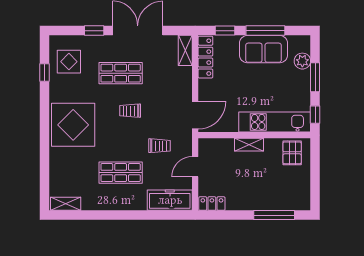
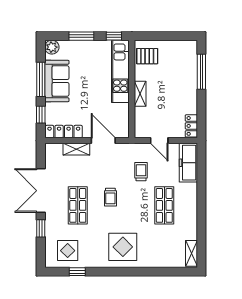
shelving: (185, 50) -> (76, 149), moved
plant: (302, 61) -> (52, 47), moved
door: (195, 115) -> (103, 141), moved
display table: (73, 125) -> (123, 247), width x0.73, depth x0.73

